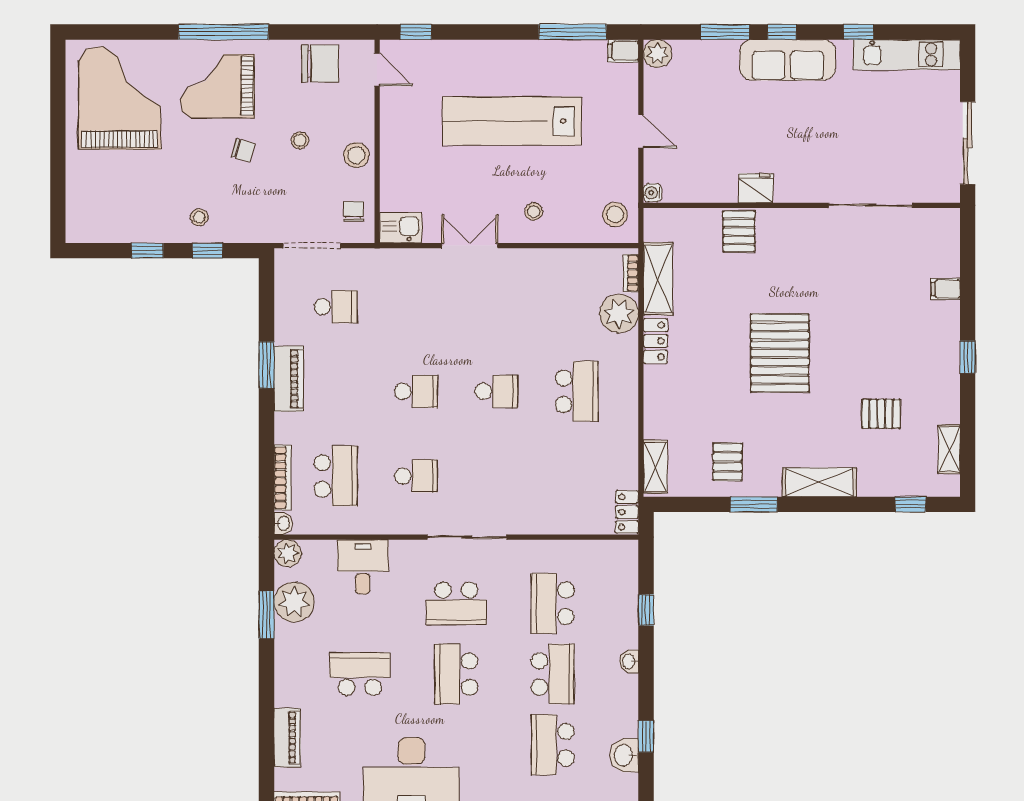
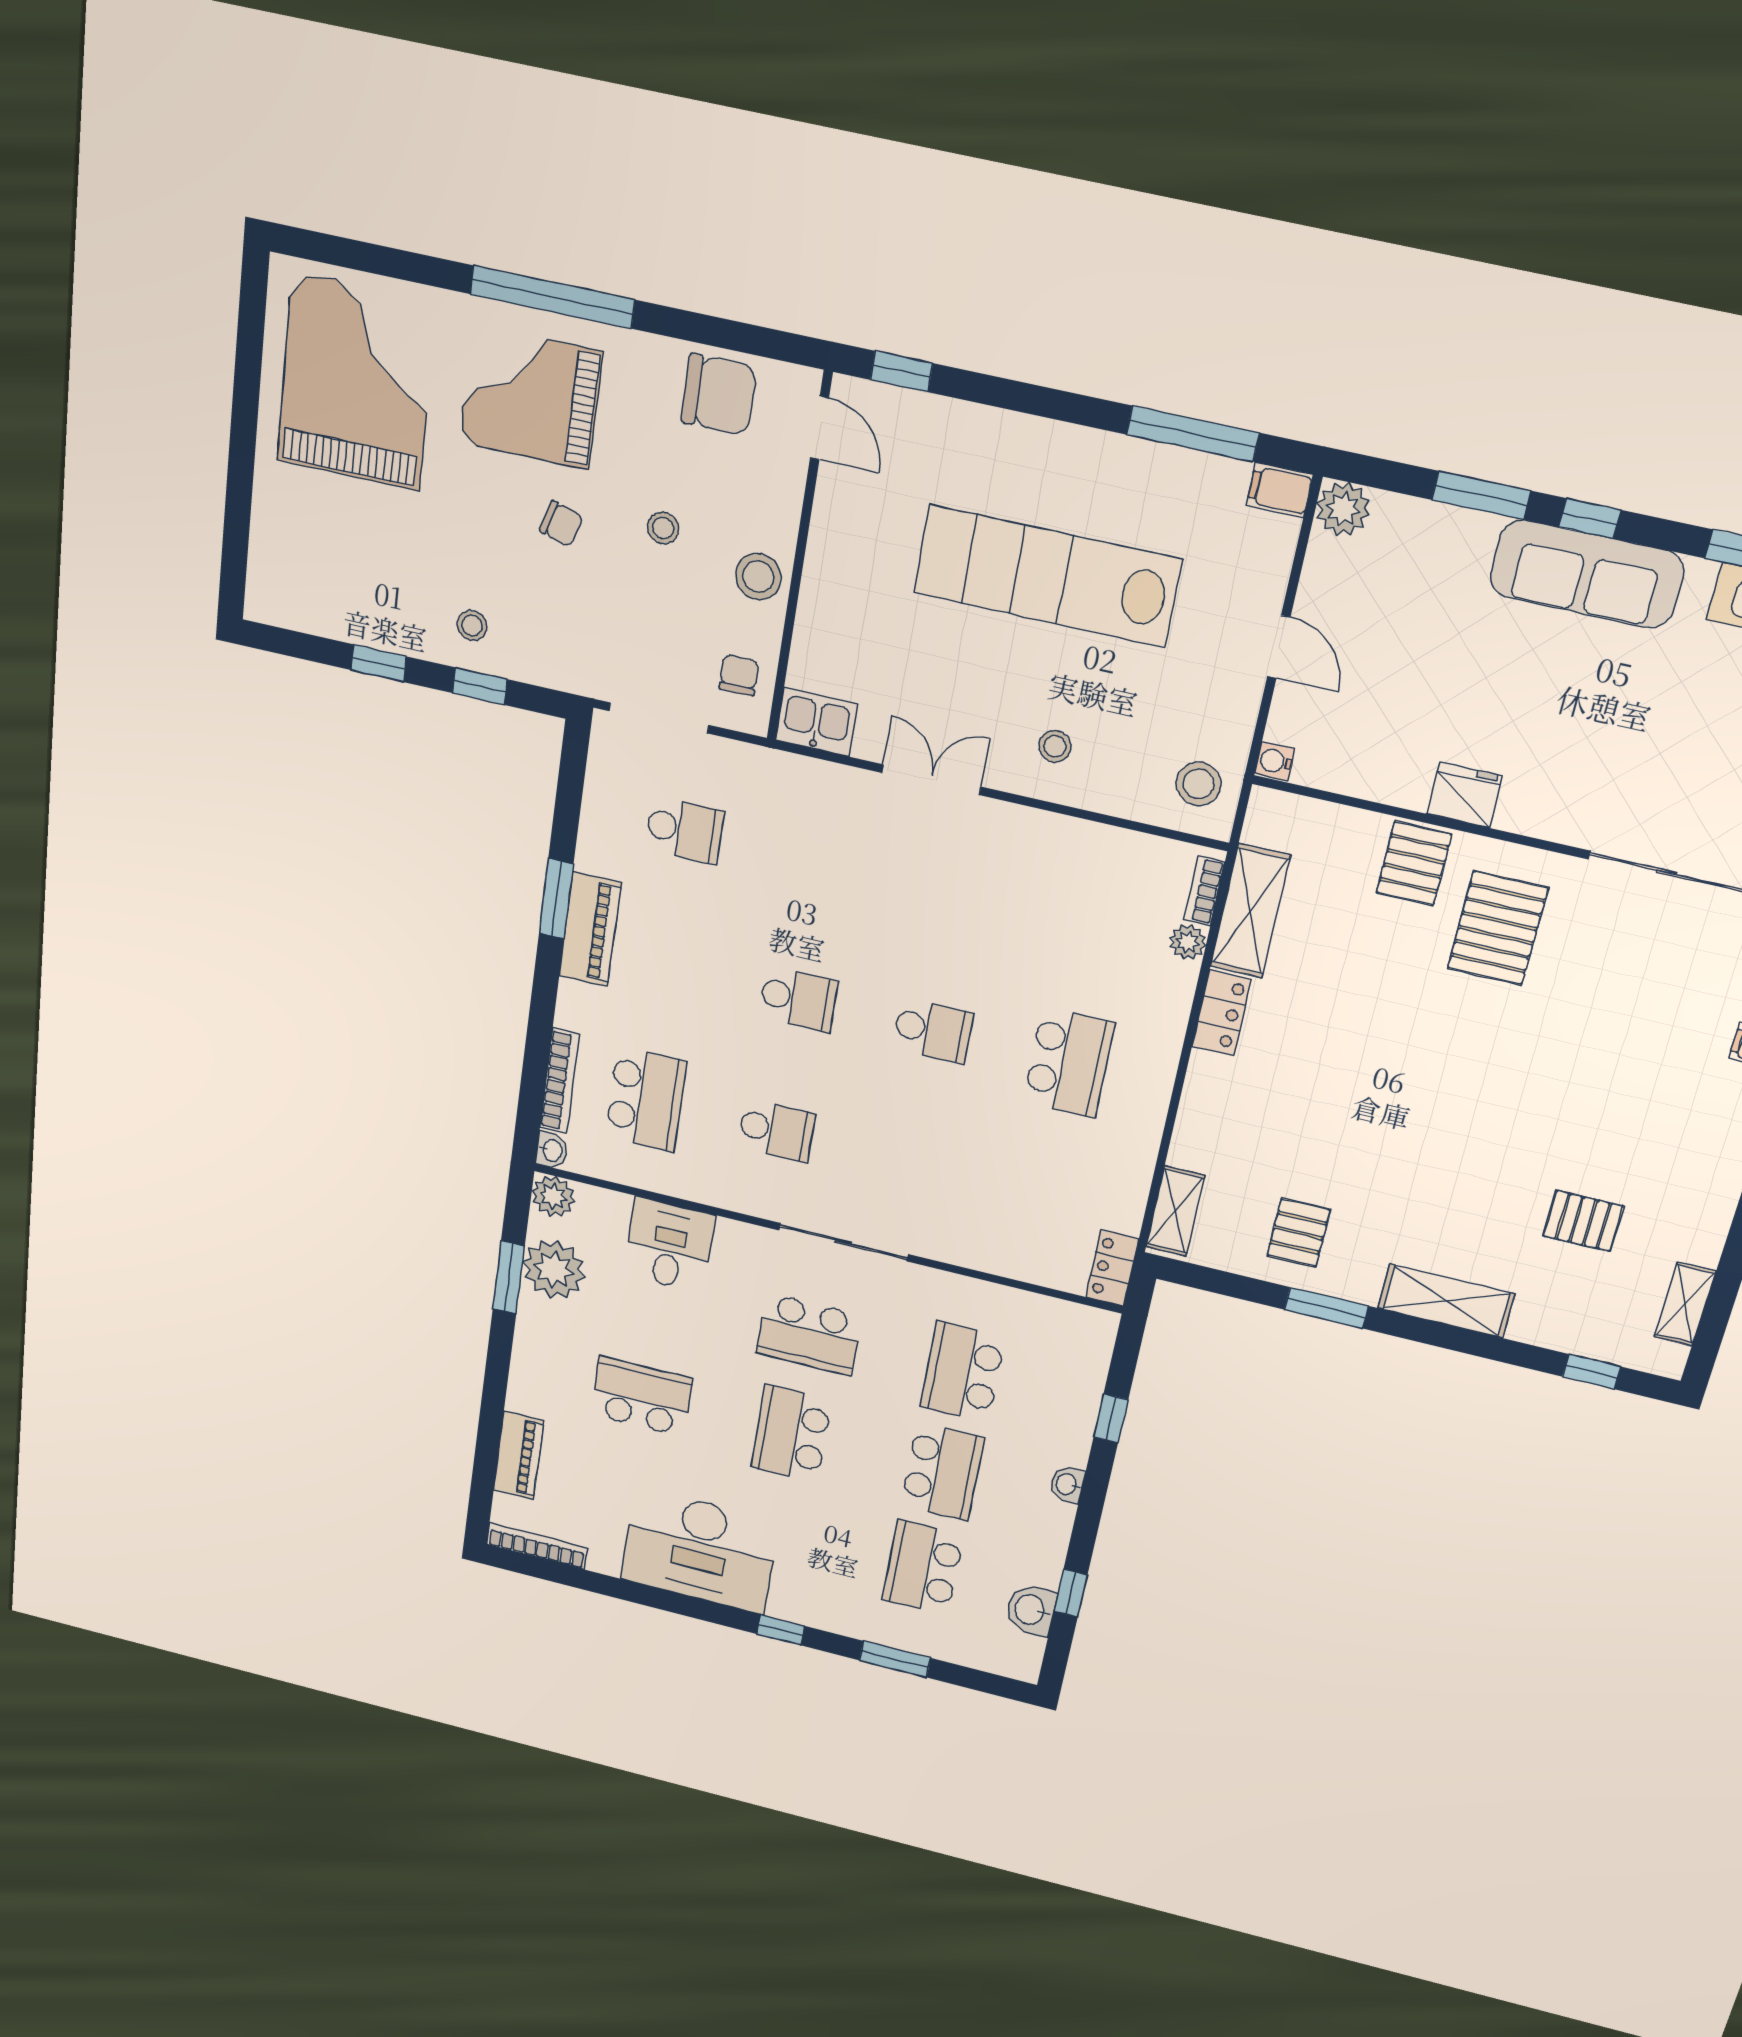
plant: (619, 314) -> (1188, 942), width x0.53, depth x0.53
pallet: (780, 353) -> (1498, 928), moved, width x0.73, depth x0.71

